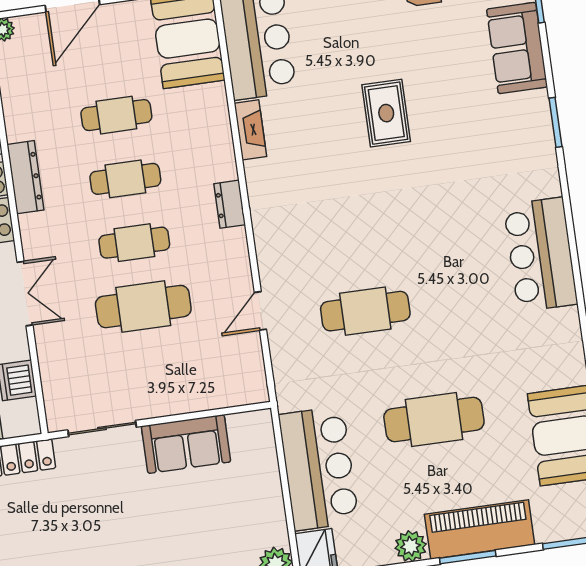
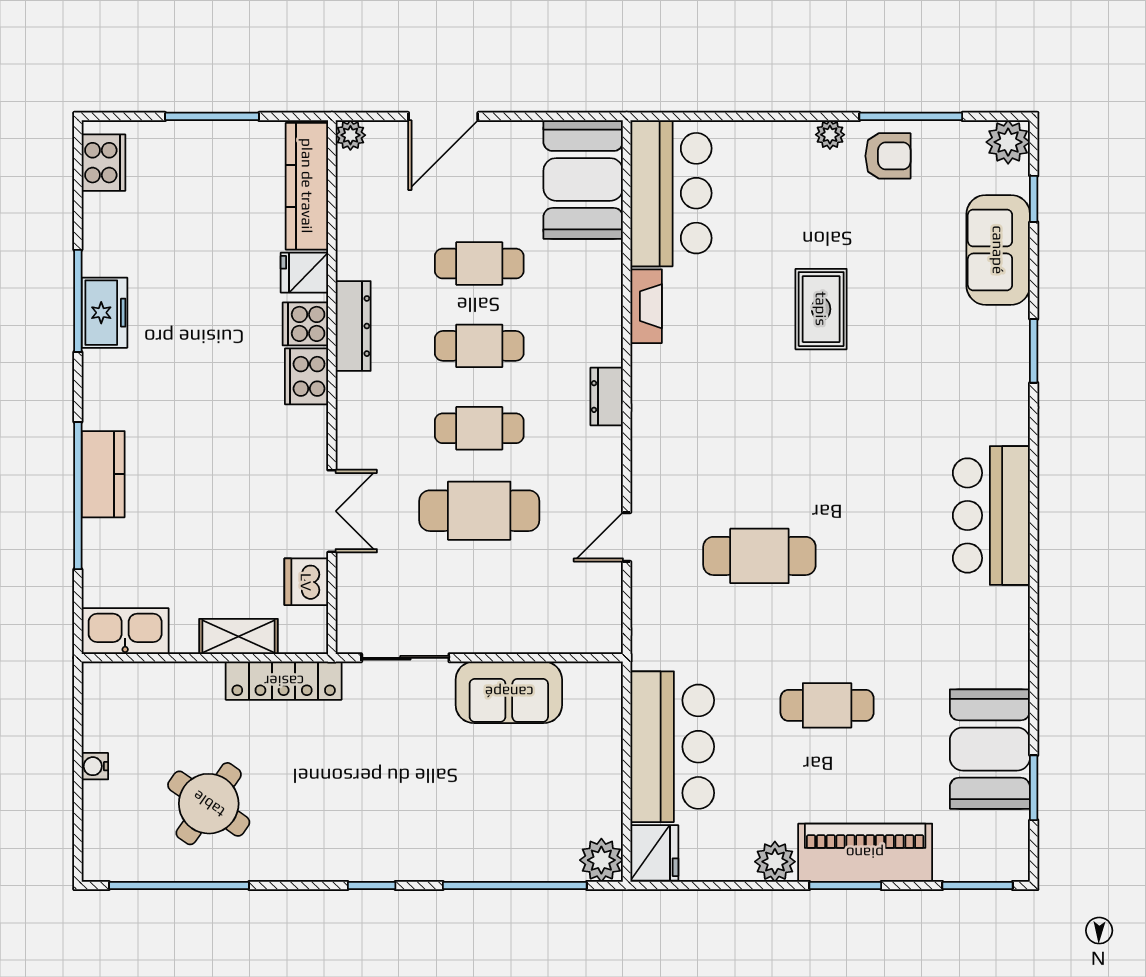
double door: (25, 294) -> (332, 511), moved
cafe table: (434, 420) -> (827, 705), width x0.73, depth x0.74

